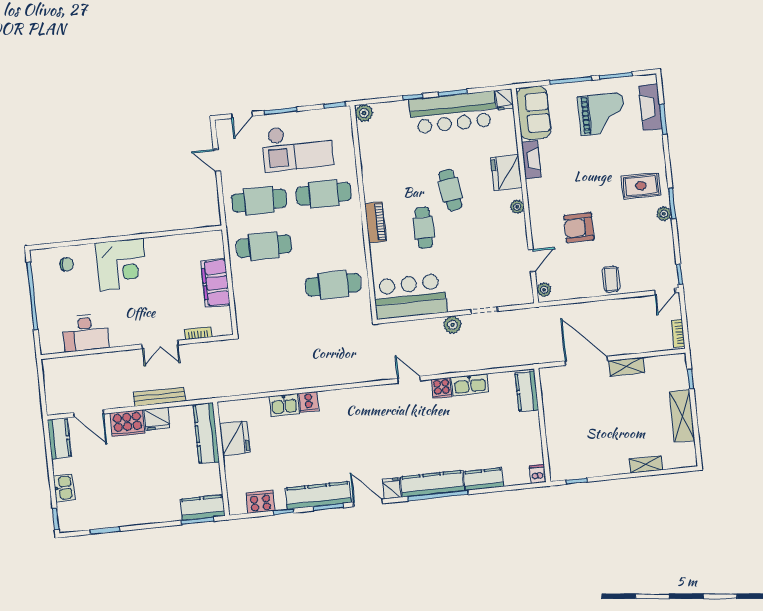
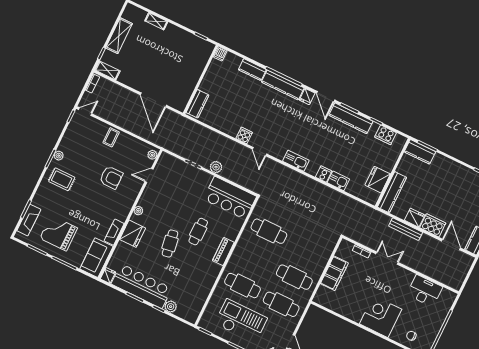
plant: (364, 113) -> (171, 307), moved
shelving: (626, 367) -> (107, 70), moved
kitchen sink: (470, 385) -> (296, 161), moved

